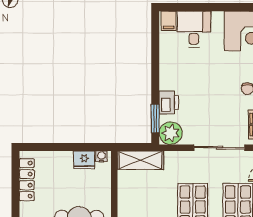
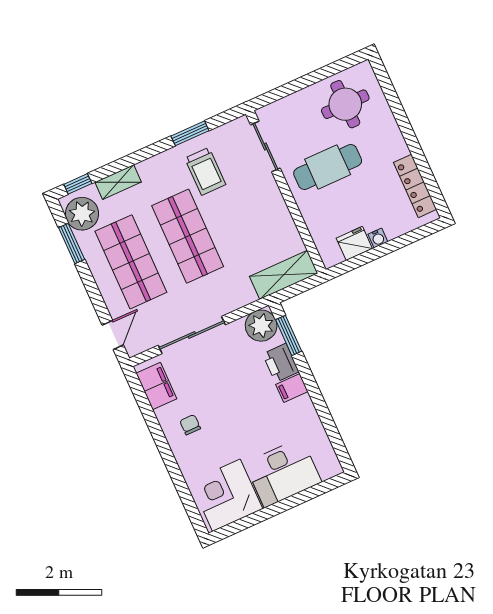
filing cabinet: (169, 21) -> (292, 388), moved, turned -90
desk: (194, 29) -> (283, 473), width x1.37
water cooler: (101, 156) -> (378, 238), moved

